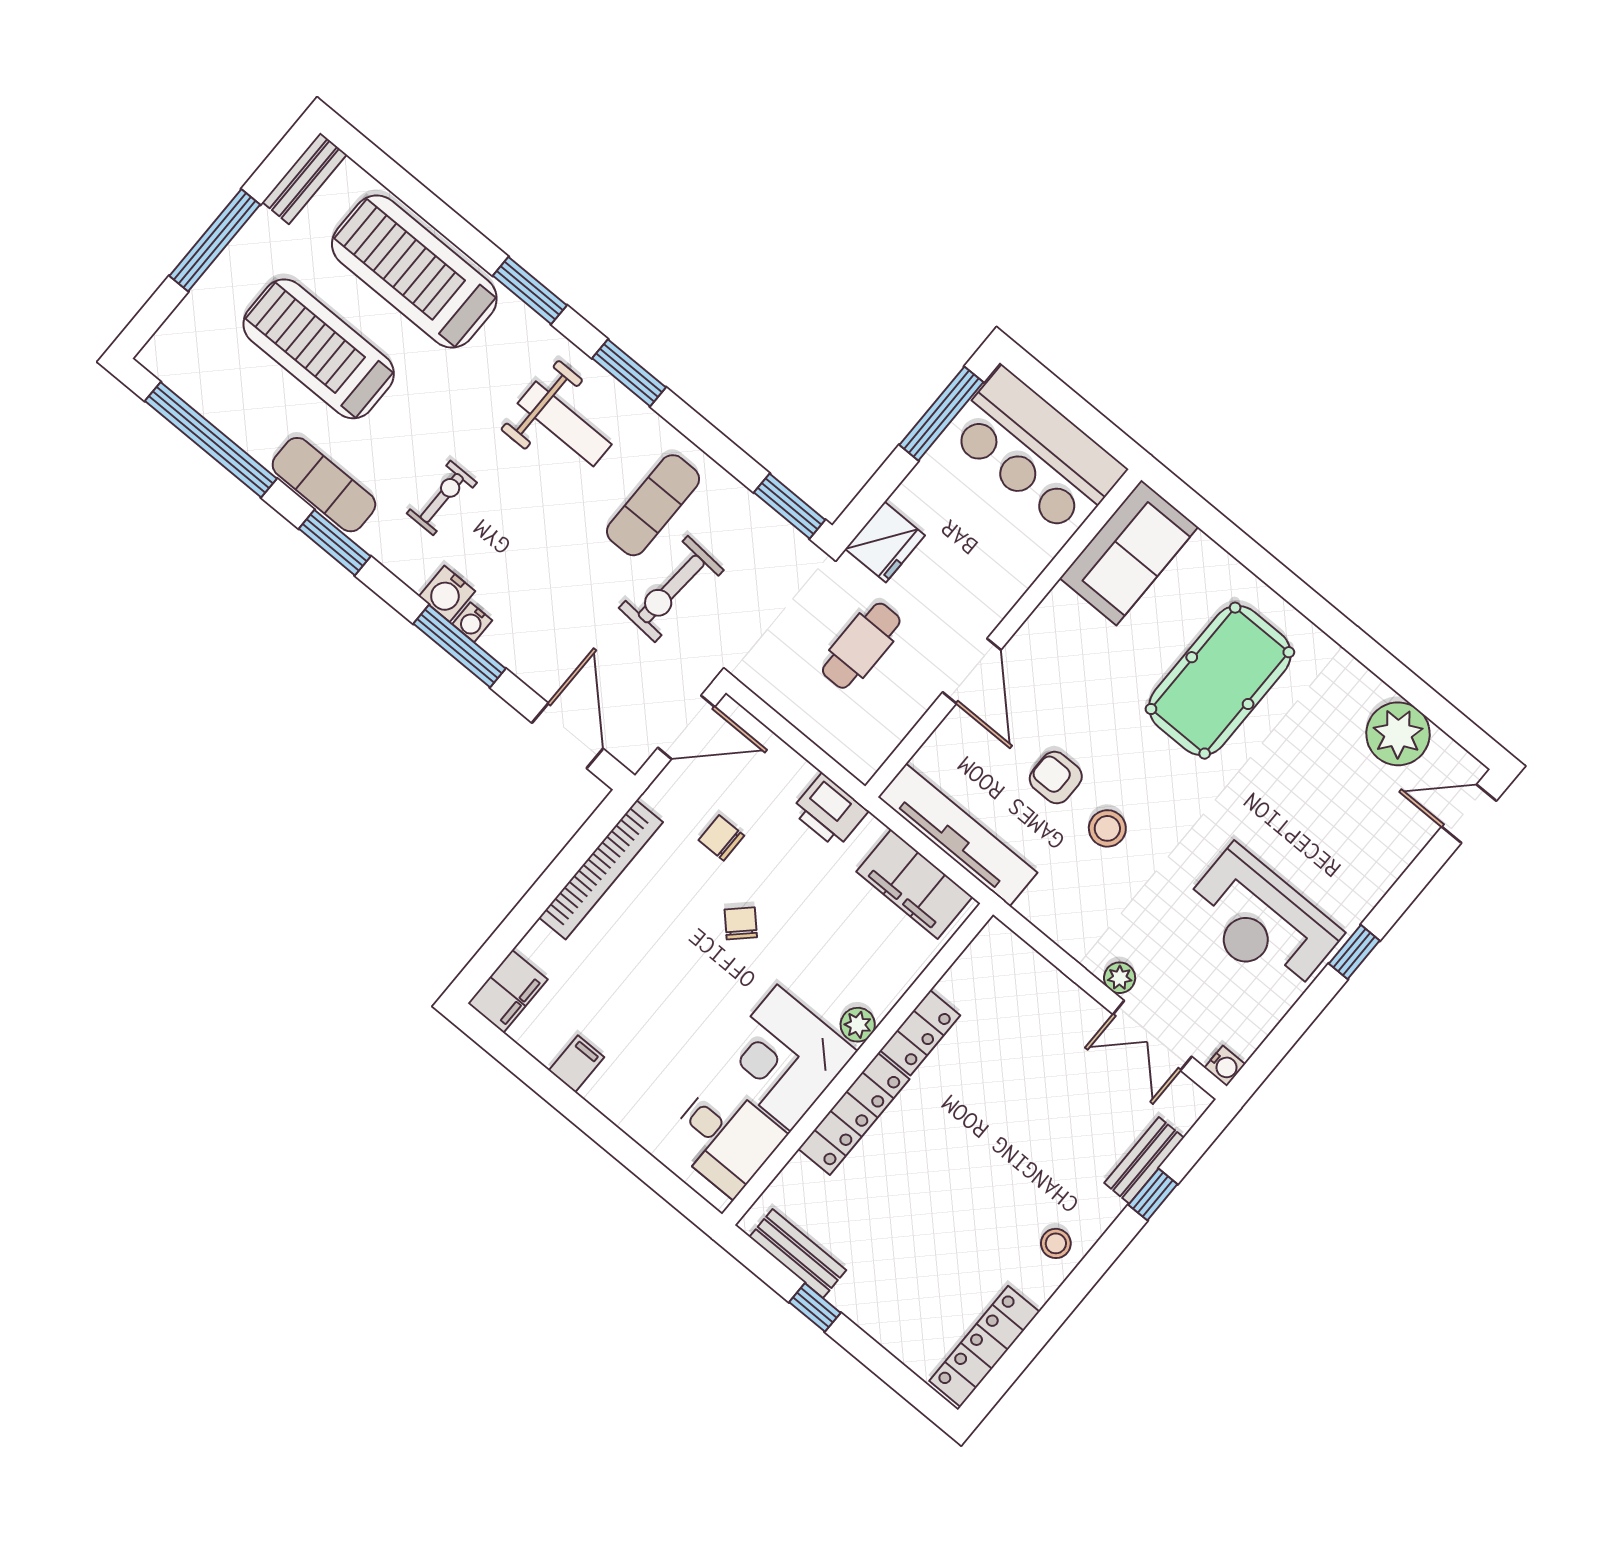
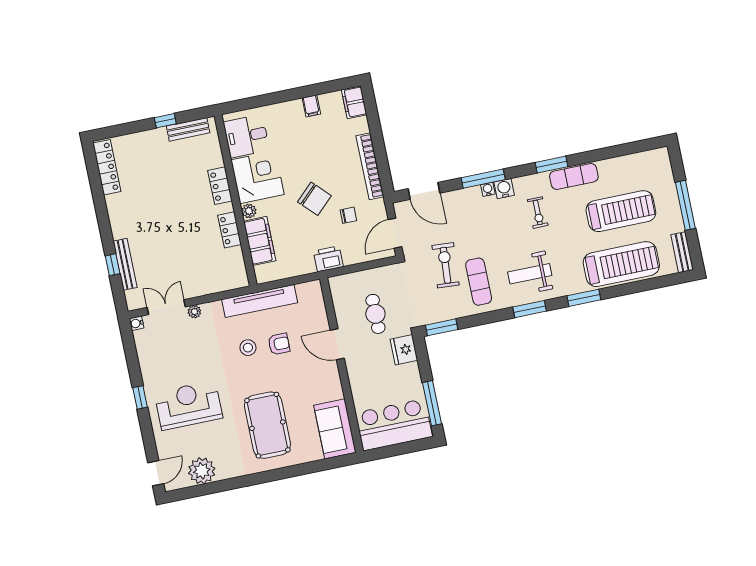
window: (211, 440) -> (619, 150), removed
tv unit: (958, 835) -> (260, 301), moved
filing cabinet: (914, 884) -> (260, 241), moved, turned 90
reception desk: (1261, 921) -> (188, 405), moved
chair: (741, 923) -> (314, 199), width x1.87, depth x1.87
locker: (854, 1114) -> (220, 186), width x0.66
bench: (1144, 1160) -> (125, 264), width x1.36
stool: (1056, 1243) -> (122, 219), removed

